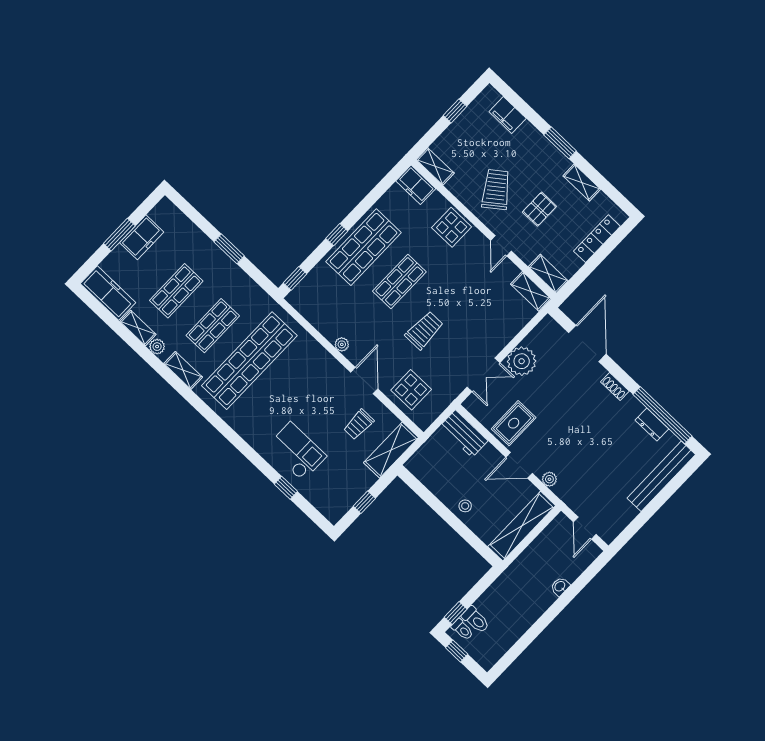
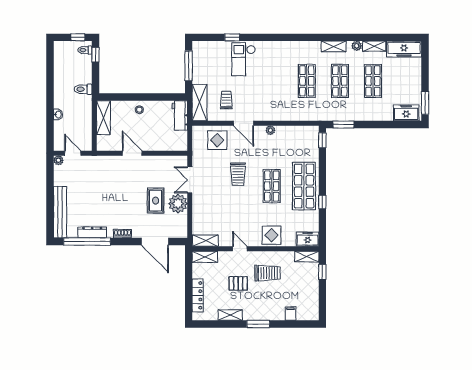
window: (455, 111) -> (322, 272), moved
filing cabinet: (508, 115) -> (291, 313), width x0.50
trolley: (496, 189) -> (268, 273), turned -53
pallet: (539, 209) -> (238, 283), turned 90
window: (119, 235) -> (425, 103), moved
window: (337, 235) -> (322, 202), moved
freezer: (142, 237) -> (406, 113), moved, turned 90
window: (229, 249) -> (343, 125), moved
shop shelf: (249, 361) -> (307, 81), width x0.50, depth x0.74
rug: (514, 423) -> (156, 201), moved
dresser: (652, 425) -> (92, 232), width x1.44
workbench: (464, 434) -> (180, 115), moved, turned -90
checkout: (297, 452) -> (243, 59), turned 90
door: (519, 465) -> (132, 153), hinge flipped
plant: (549, 479) -> (58, 160), moved
window: (364, 502) -> (189, 66), width x2.17
shelving: (522, 526) -> (103, 118), width x0.68
toilet: (476, 620) -> (83, 89), moved

